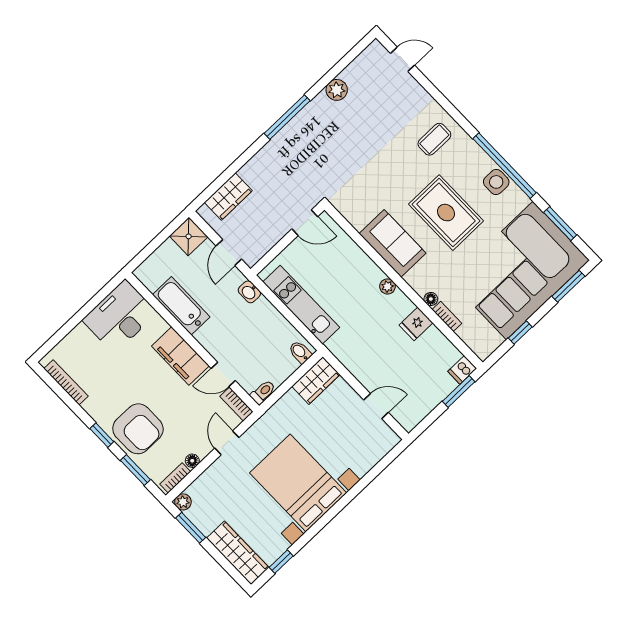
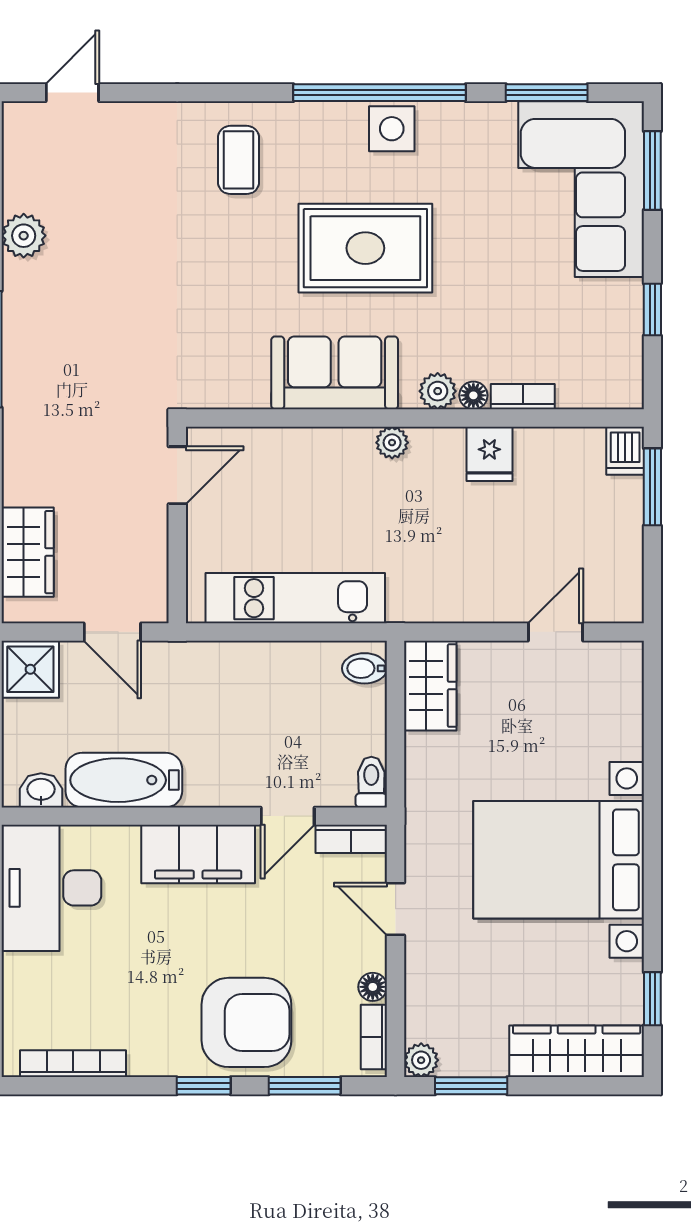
corner sofa: (520, 270) -> (581, 189), width x0.73, depth x0.74
plant: (420, 285) -> (438, 391), added
washbasin: (249, 292) -> (41, 790), moved, turned 180

